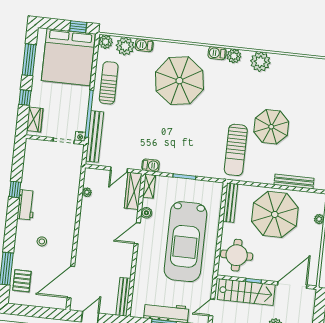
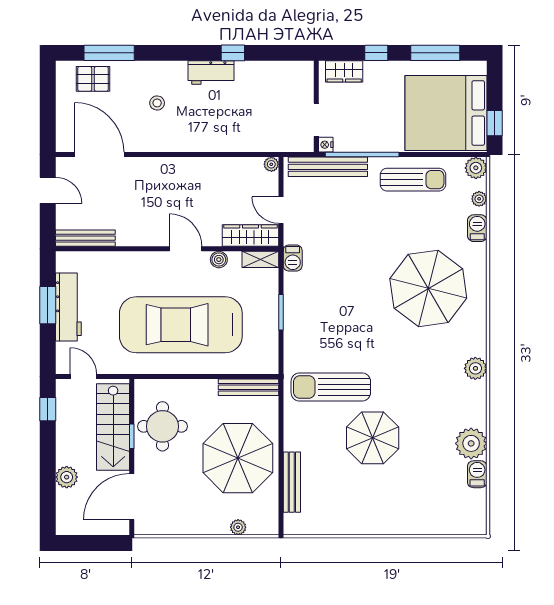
plant: (125, 46) -> (479, 199), width x0.53, depth x0.53
barbecue: (217, 53) -> (477, 474), moved
plant: (260, 62) -> (471, 443), moved
plant: (87, 192) -> (271, 164), moved
round table: (237, 255) -> (162, 426), moved
door: (292, 285) -> (132, 497), swing flipped

